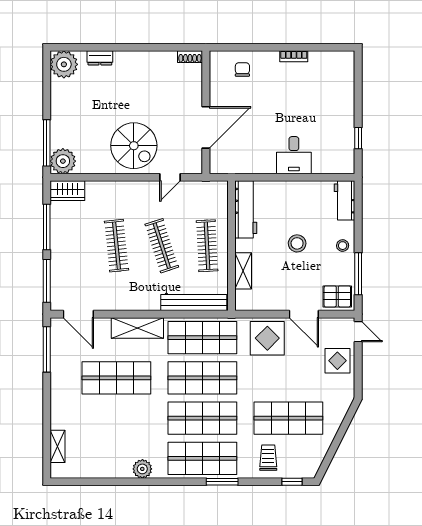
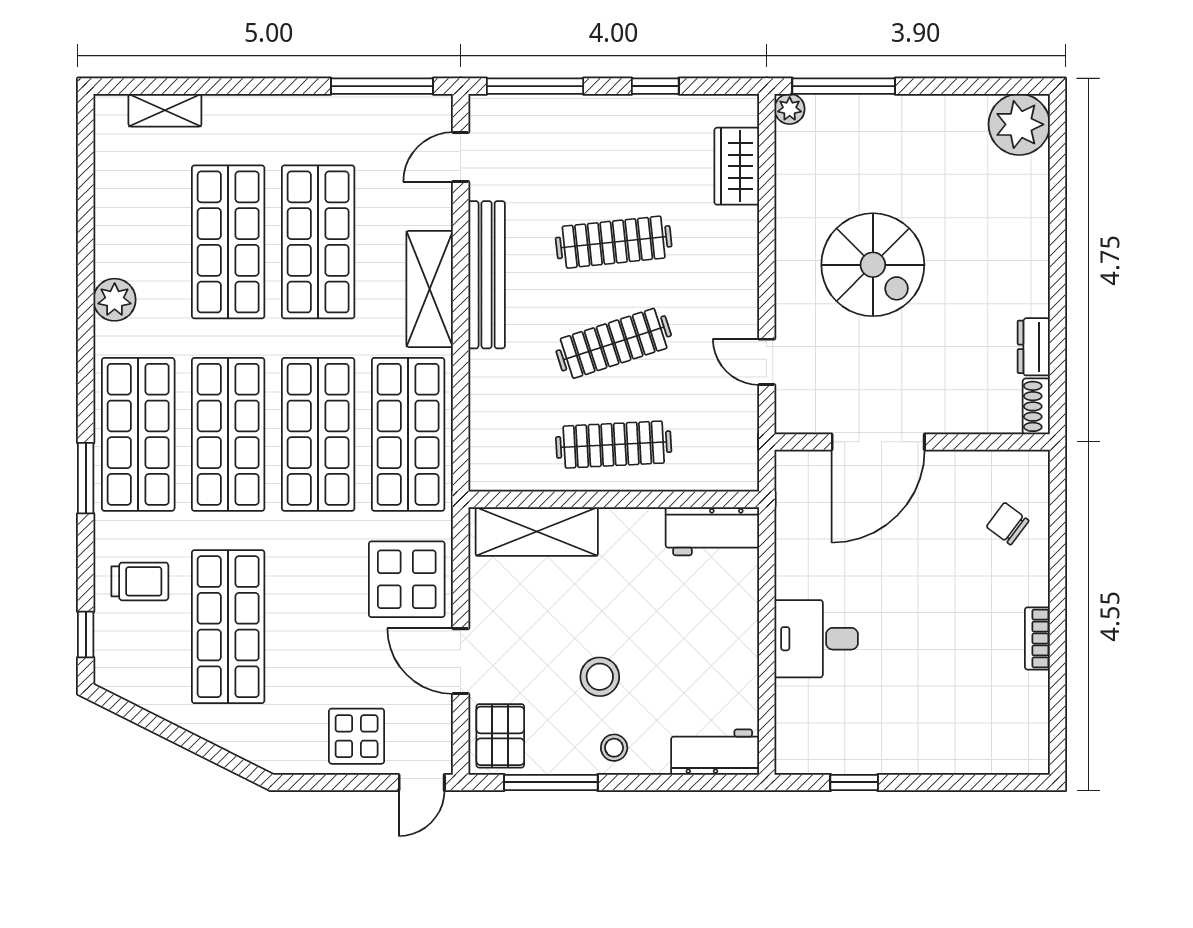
dresser: (100, 58) -> (1034, 347), moved
chair: (242, 70) -> (1008, 524), turned -143
door: (206, 127) -> (878, 442), hinge flipped
spiral stairs: (134, 146) -> (873, 265), moved, turned -90
plant: (63, 161) -> (790, 109), width x0.53, depth x0.53
wardrobe: (67, 191) -> (737, 166), moved
workbench: (246, 209) -> (712, 531), width x0.73
window: (47, 227) -> (655, 86), width x0.46
stool: (297, 243) -> (600, 677), moved
shelving: (243, 271) -> (537, 531), width x1.50, depth x1.33
bench: (194, 303) -> (487, 275), moved
door: (78, 314) -> (461, 157), width x0.73
door: (304, 314) -> (461, 661), hinge flipped
shop shelf: (116, 418) -> (228, 242), added

